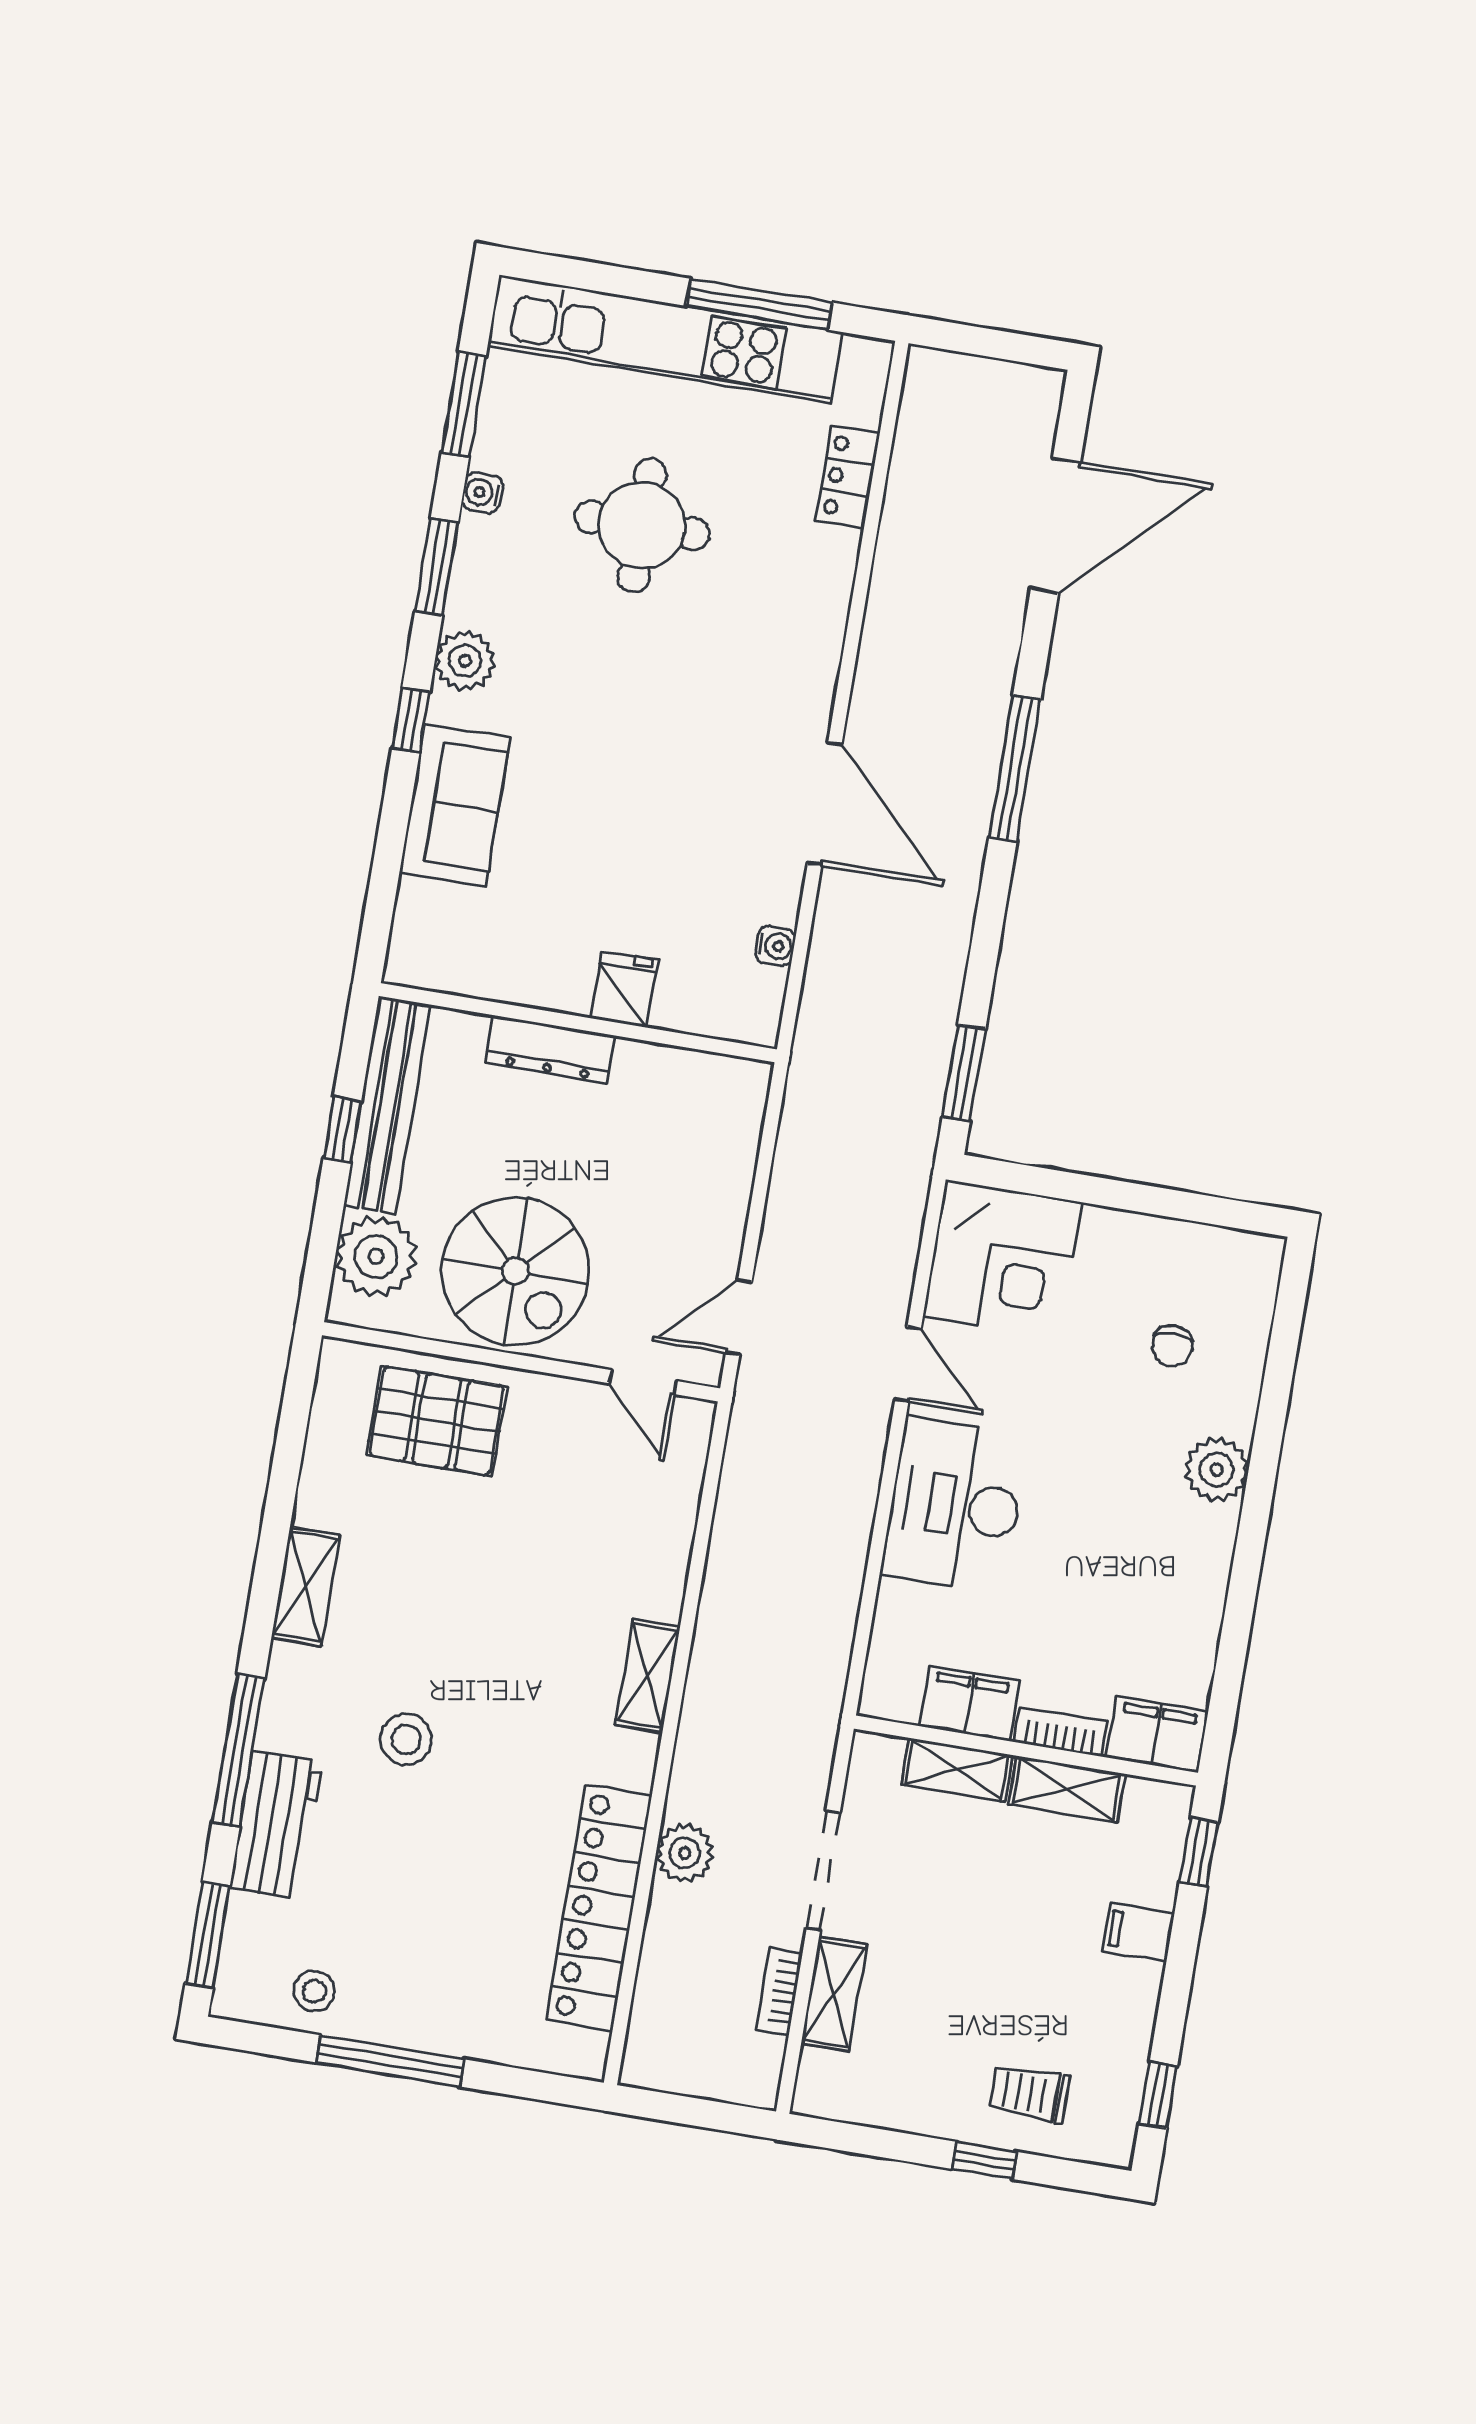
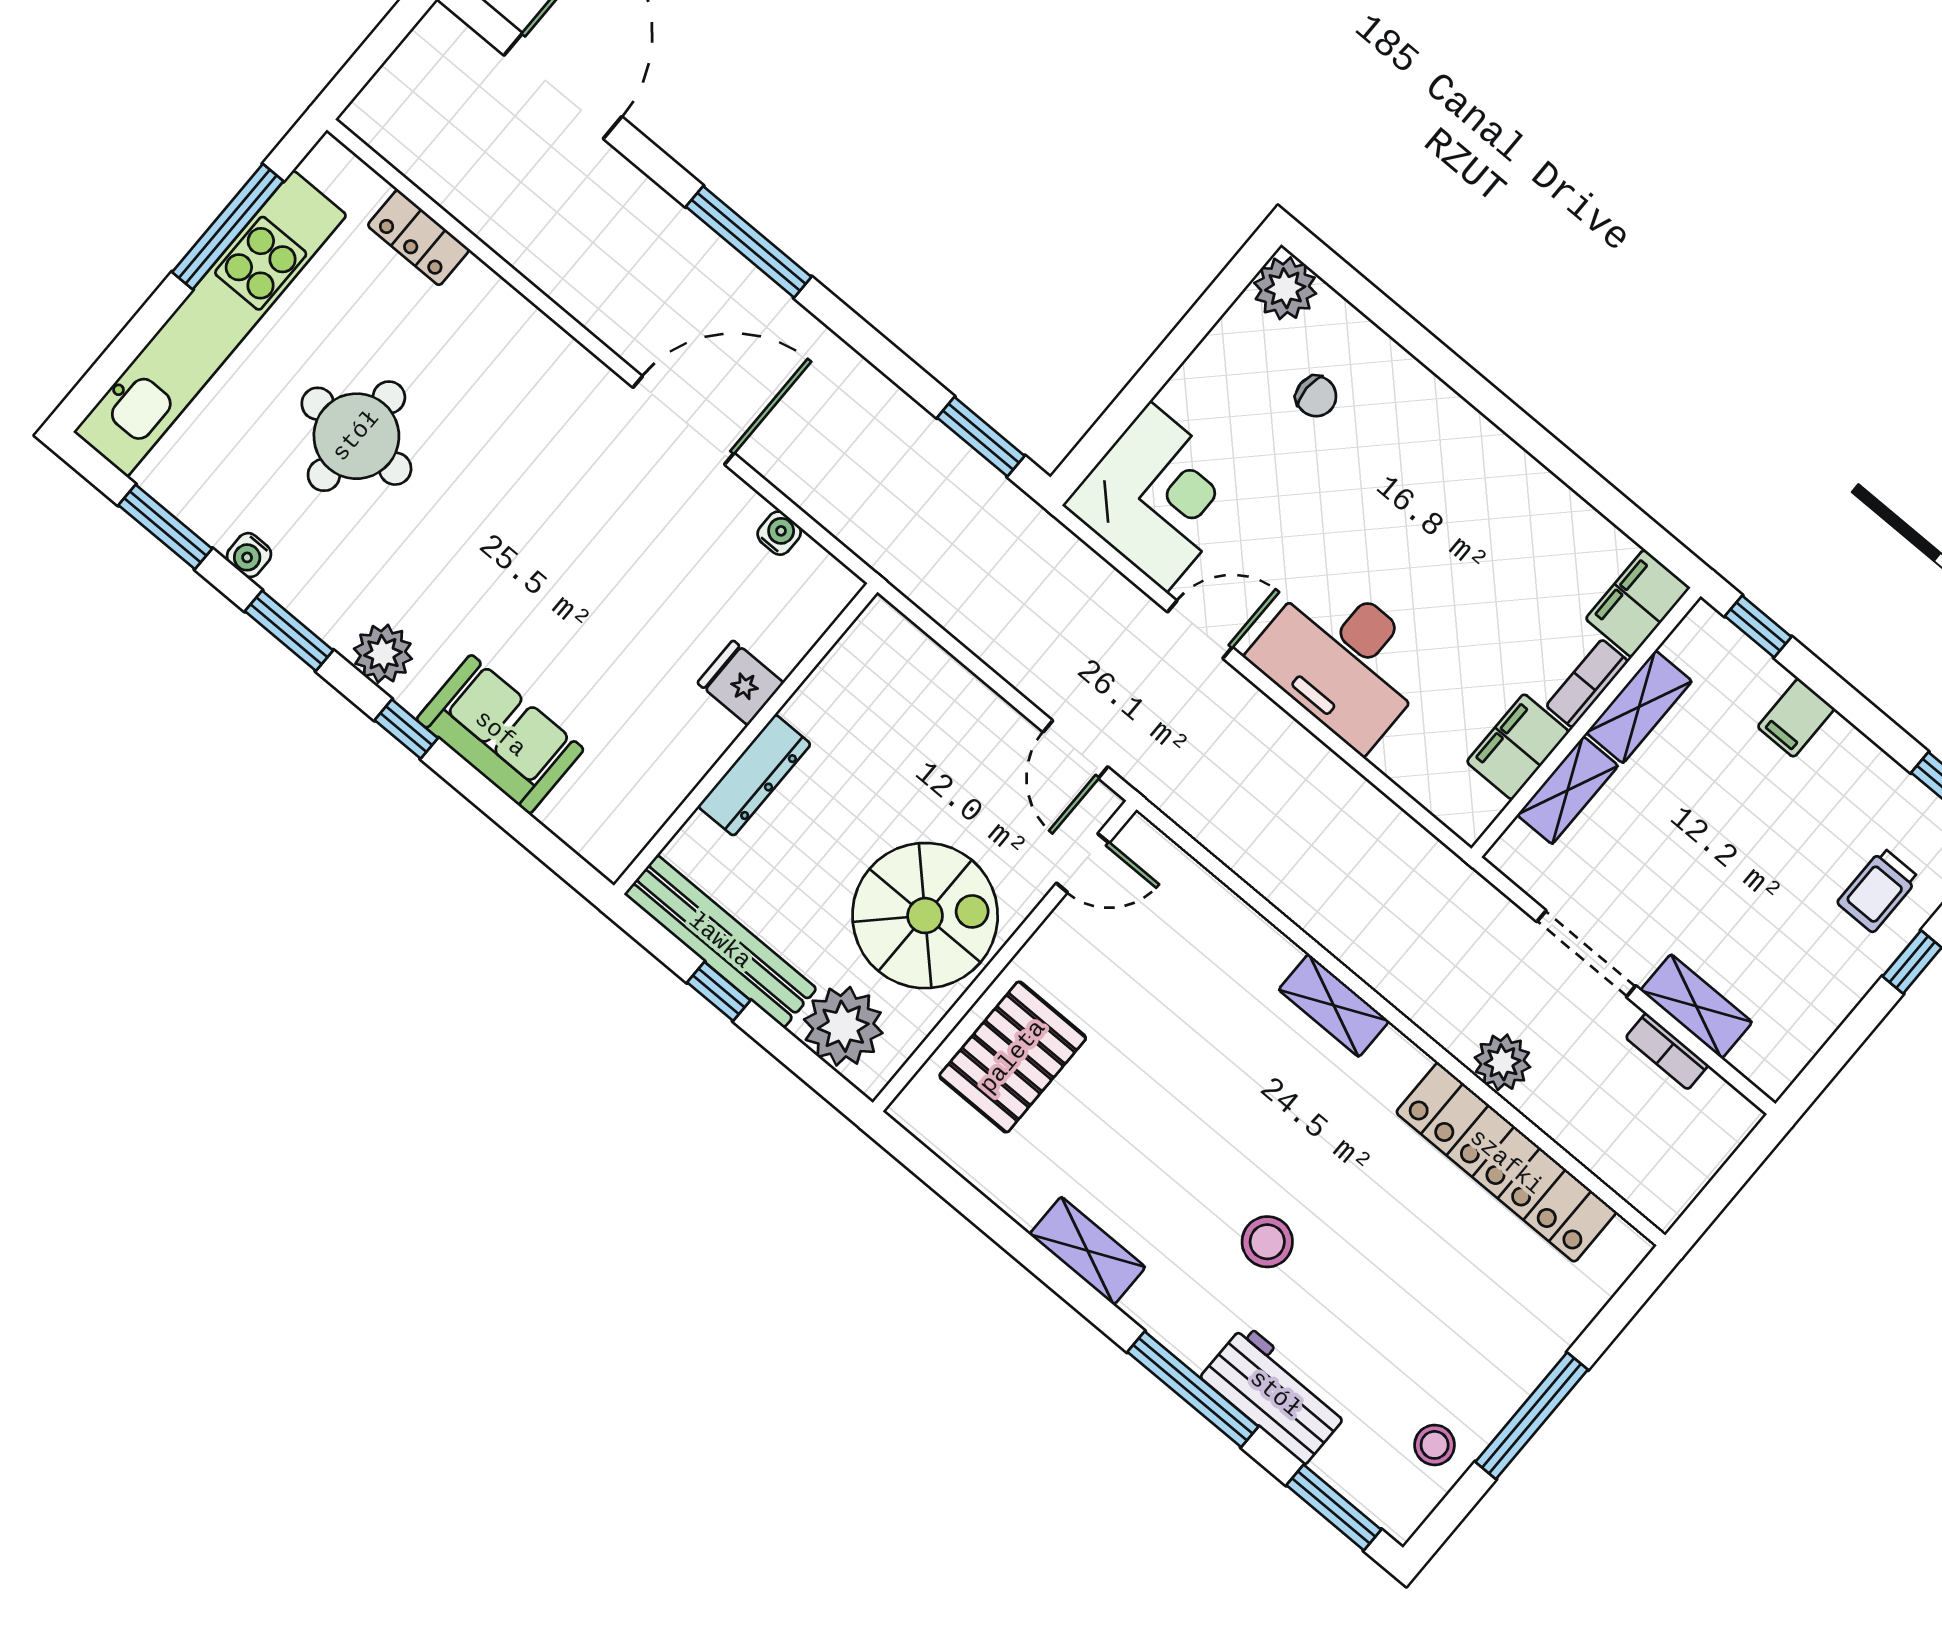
plant: (1217, 1469) -> (1285, 288), moved

